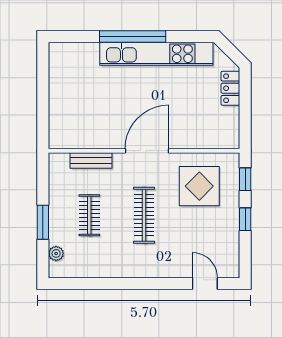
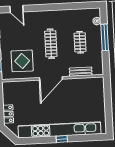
window: (133, 36) -> (62, 139), width x0.32
kitchen unit: (156, 54) -> (60, 130), width x1.36
window: (43, 222) -> (105, 37), width x1.44

